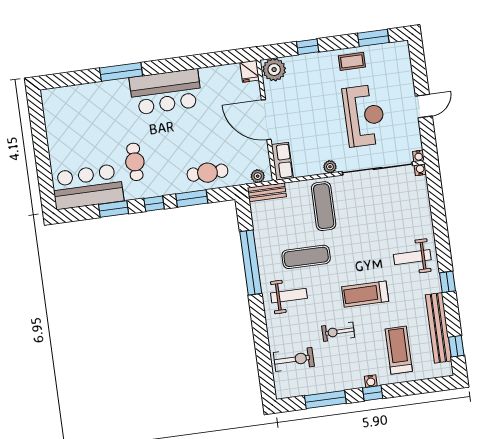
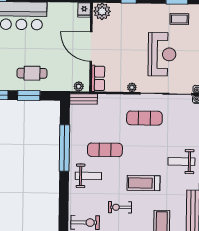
coffee table: (352, 61) -> (179, 19), moved
cafe table: (207, 173) -> (32, 73), moved
exercise mat: (324, 206) -> (144, 118), moved, turned 90

